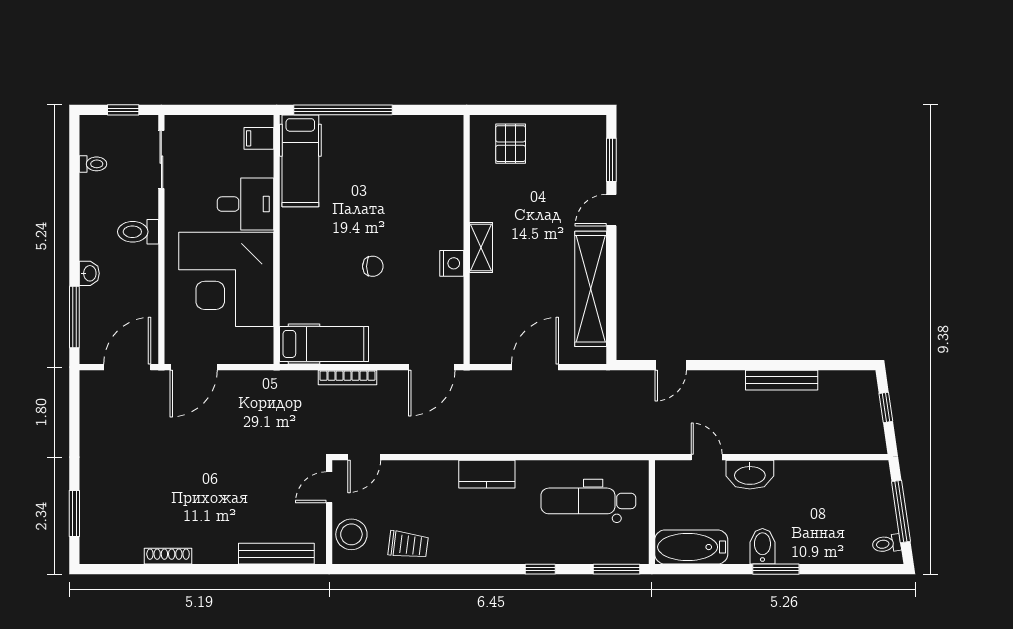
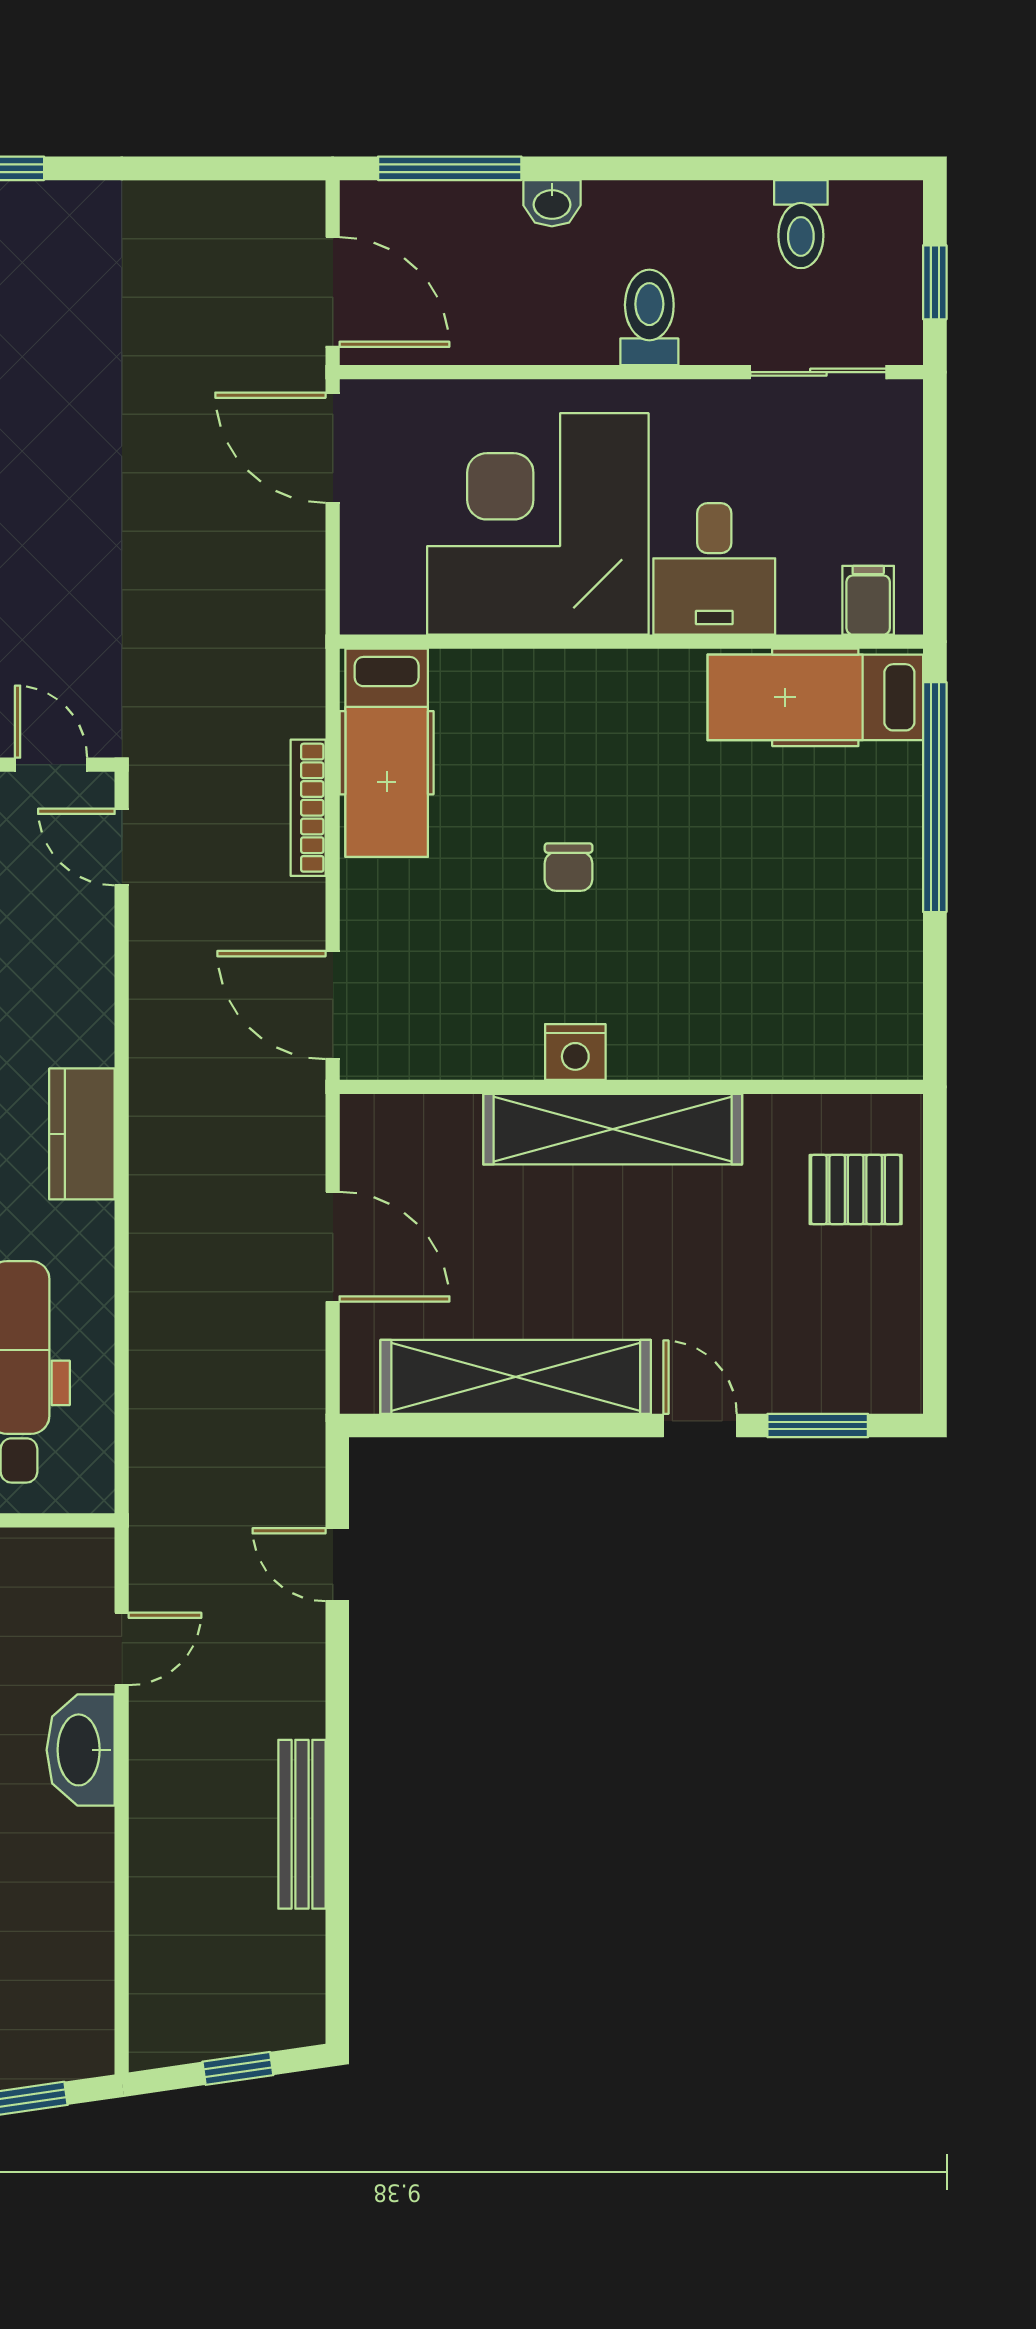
toilet: (93, 164) -> (801, 224), width x1.37, depth x1.39
shelving: (481, 247) -> (613, 1129), width x2.20, depth x1.33

